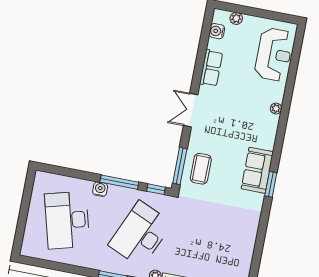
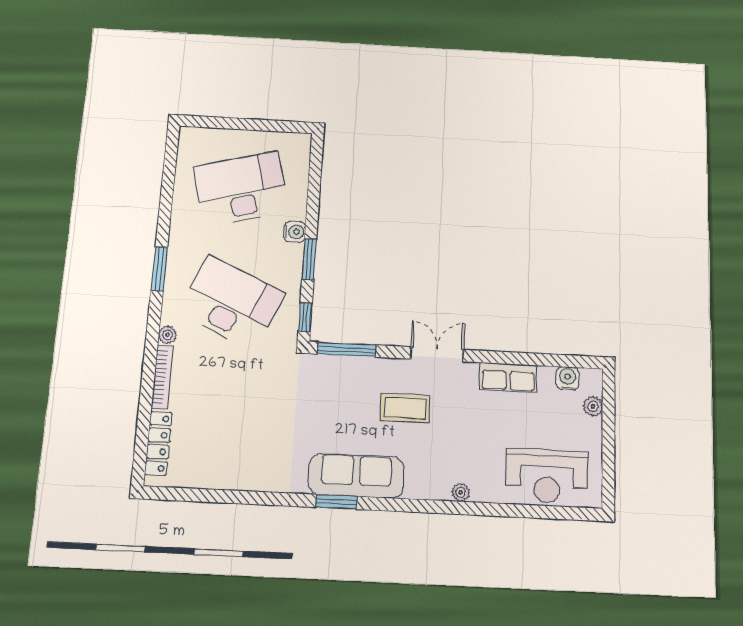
coffee table: (201, 169) -> (405, 408), moved
sofa: (257, 170) -> (356, 476), width x1.36
window: (119, 182) -> (309, 259), width x0.69

